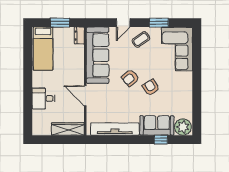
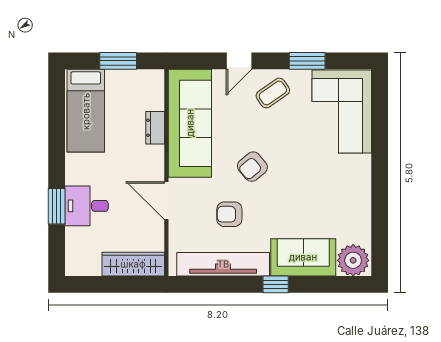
dresser: (79, 35) -> (155, 128), moved
armchair: (151, 87) -> (229, 214), moved, turned -57
window: (28, 99) -> (57, 206), added
window: (161, 140) -> (276, 284), moved

